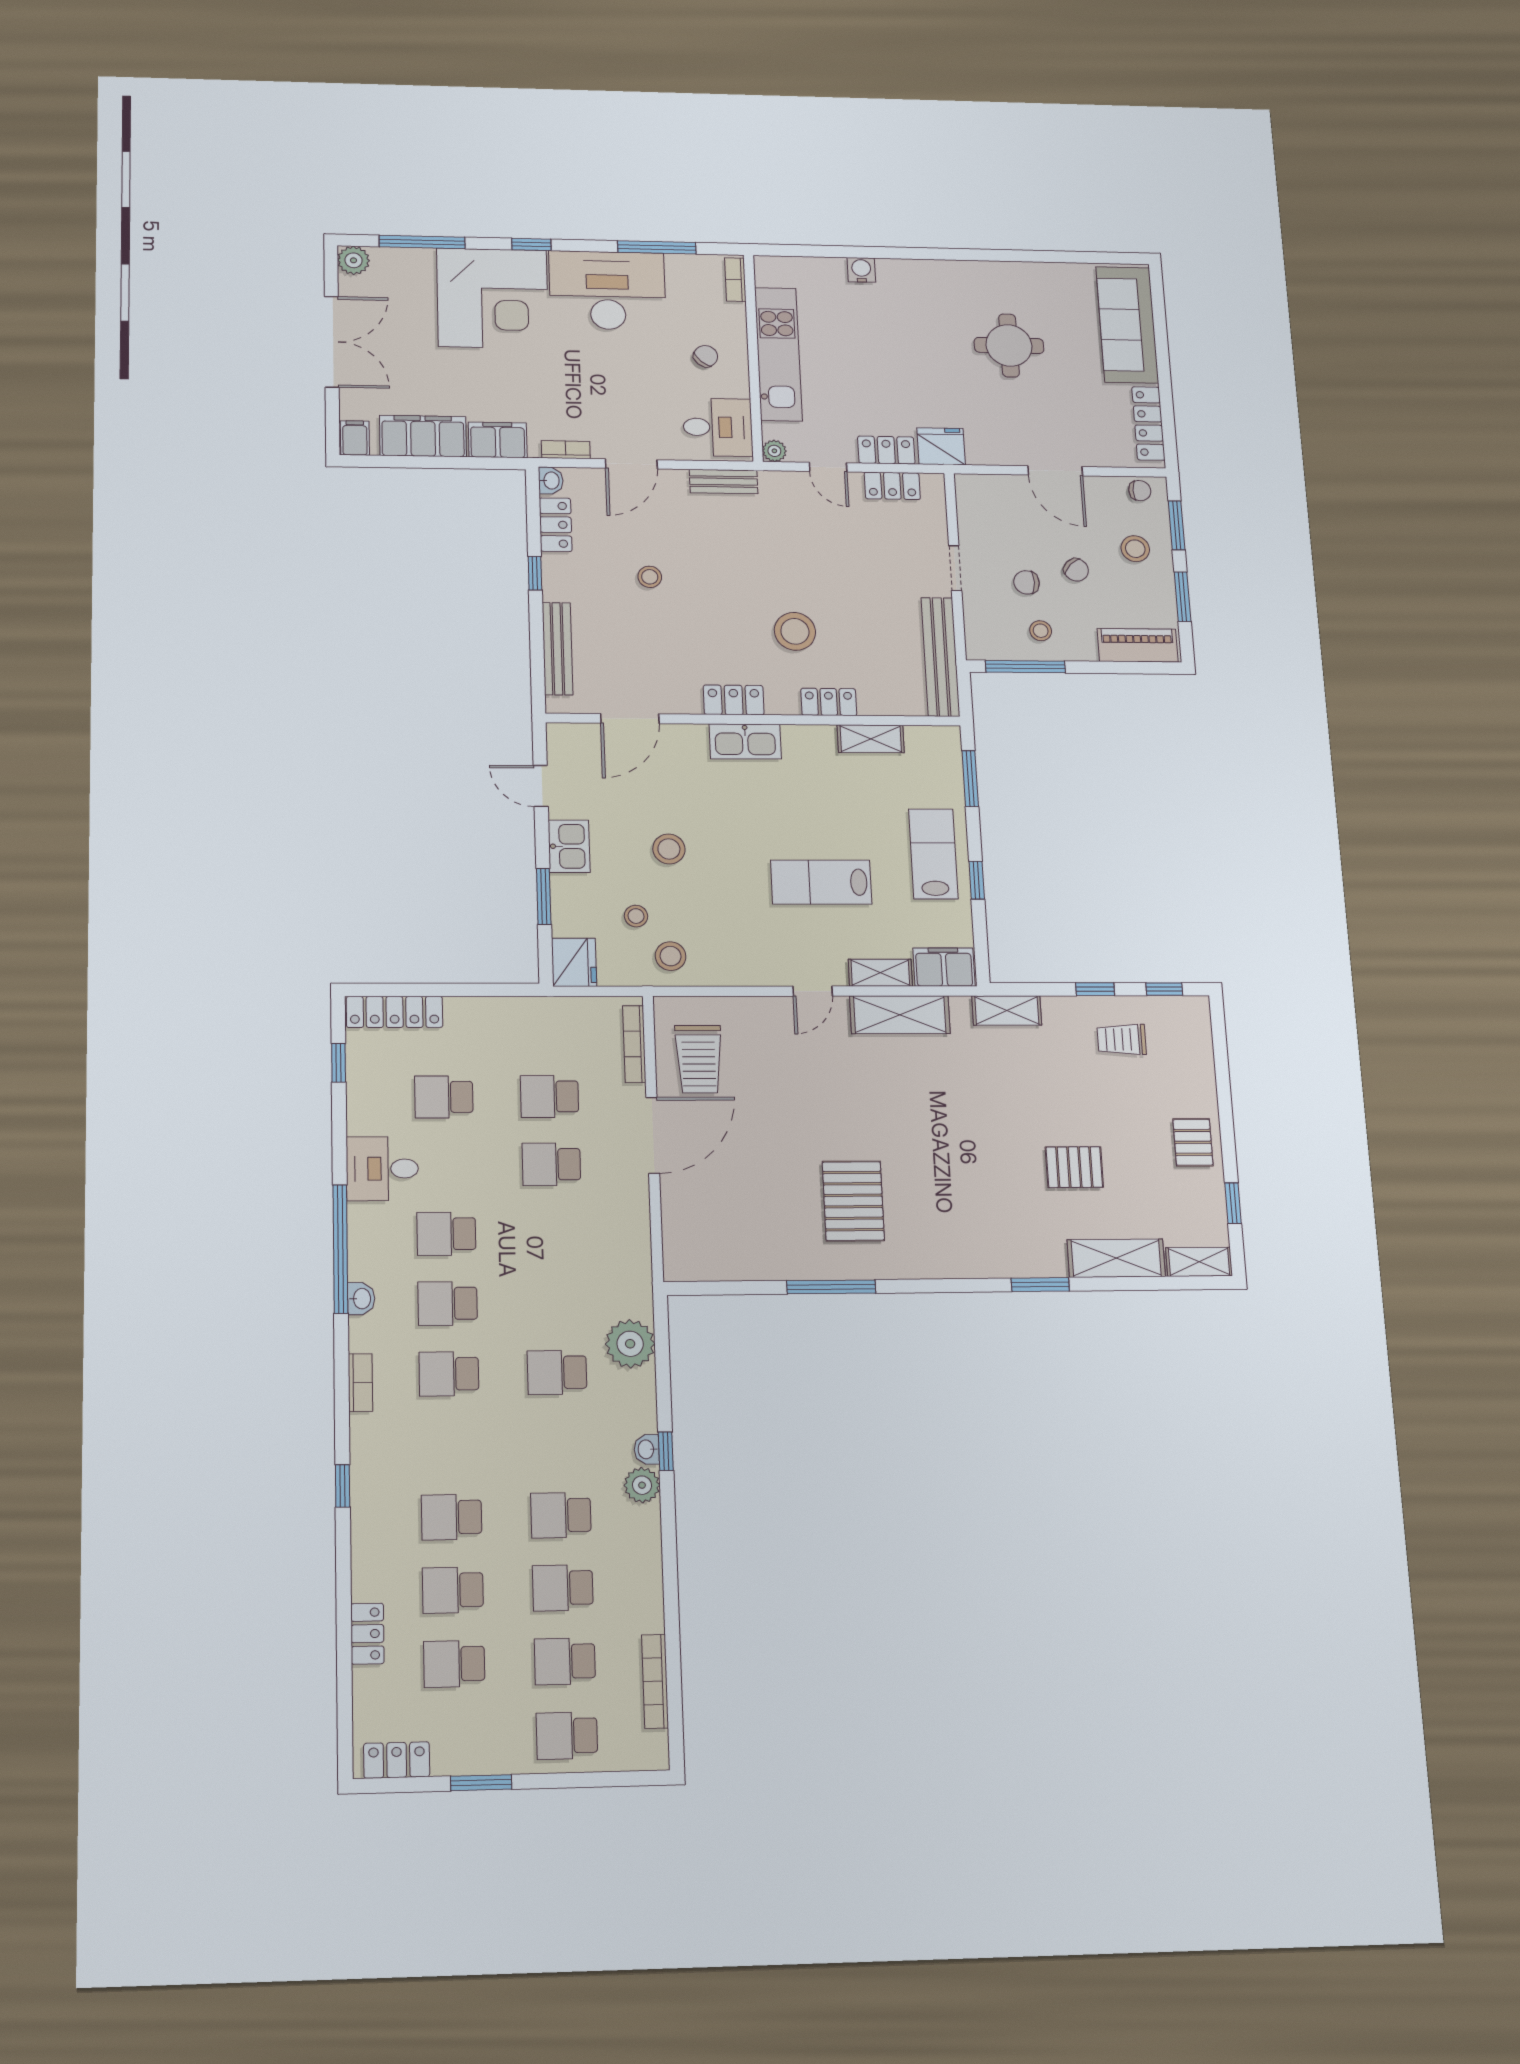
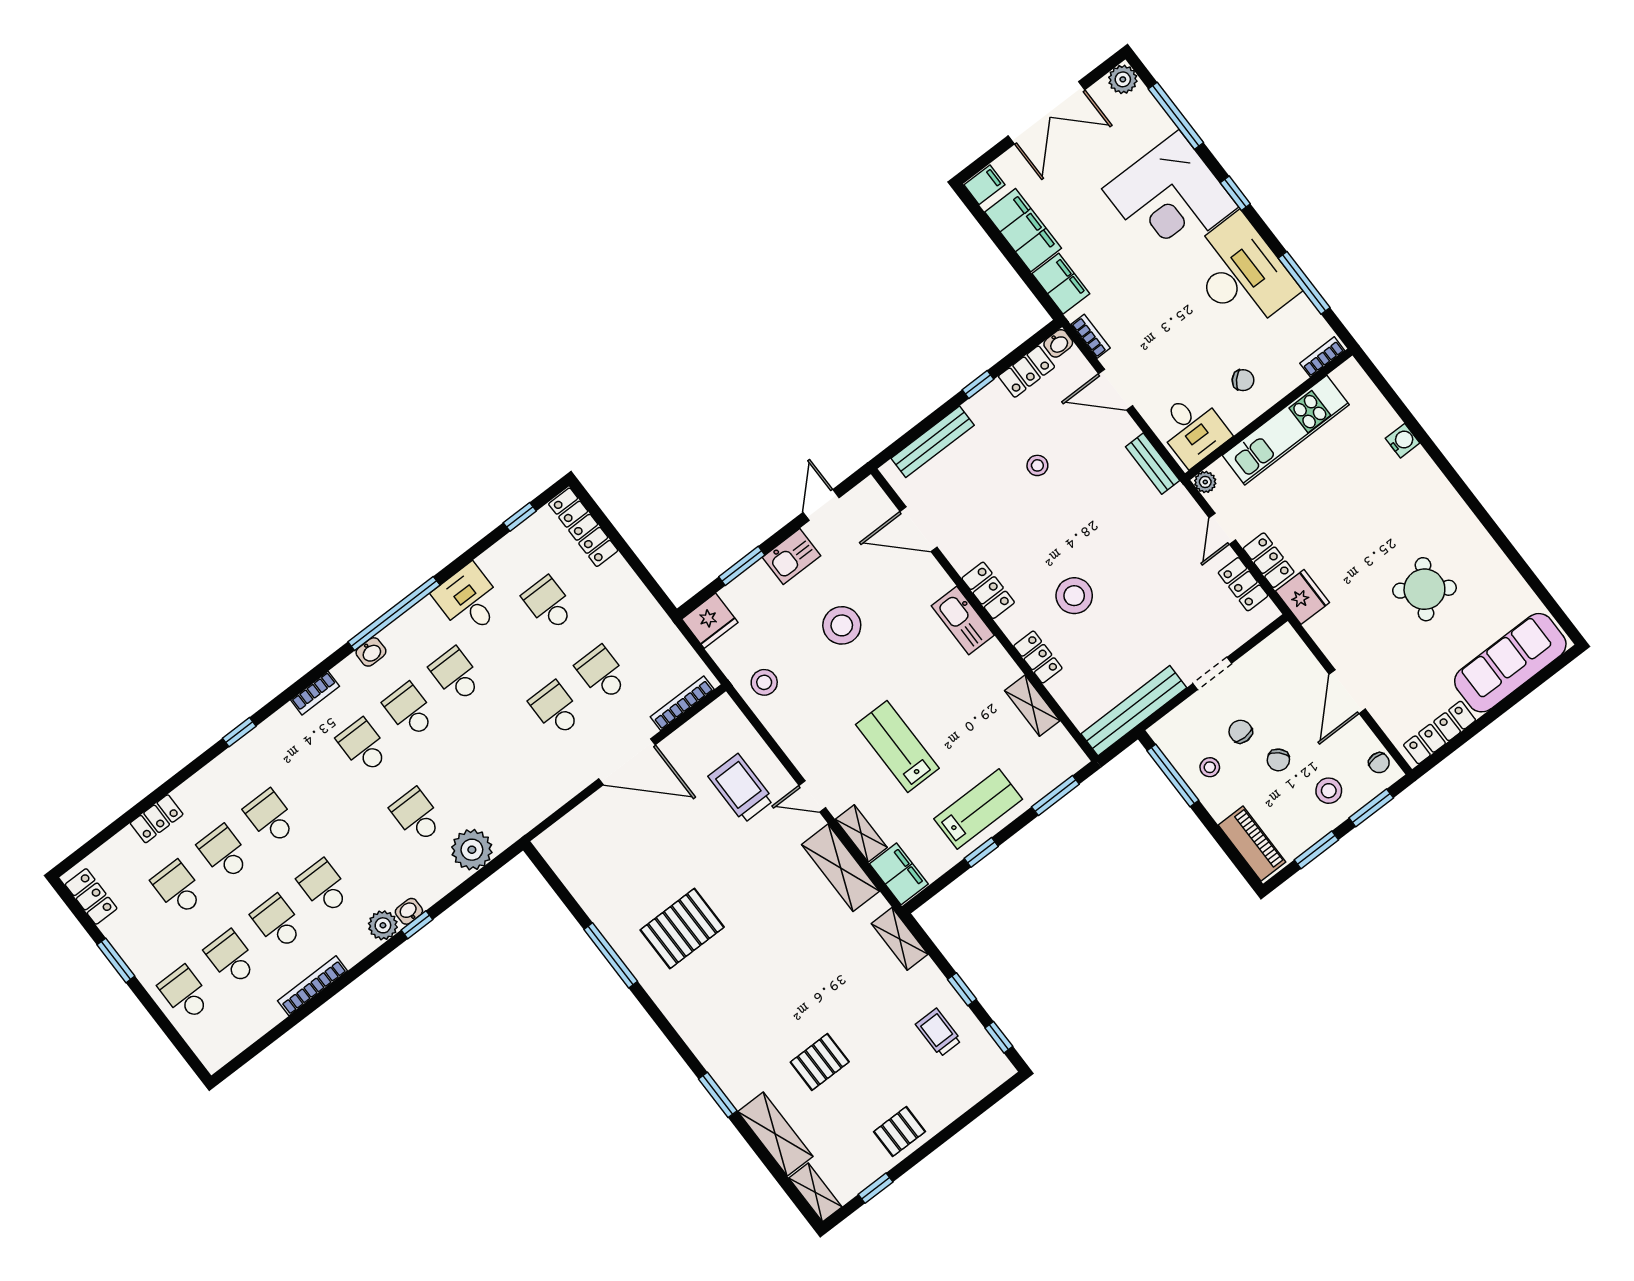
round table: (1009, 345) -> (1424, 589), turned 34
stool: (669, 849) -> (842, 625), width x1.38, depth x1.38
stool: (636, 916) -> (775, 638), removed
trolley: (699, 1059) -> (741, 788), moved, turned 90
pallet: (1074, 1167) -> (820, 1062), turned 90
bookcase: (655, 1681) -> (313, 986), moved

